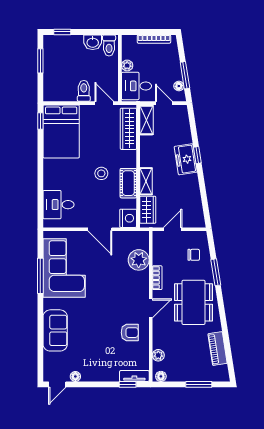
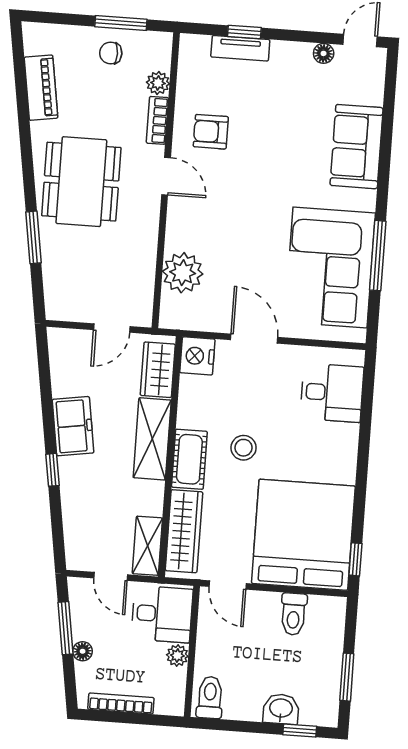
washbasin: (93, 42) -> (281, 709), moved
floor lamp: (179, 86) -> (83, 651), moved
toilet: (84, 91) -> (293, 614), moved
bed: (61, 131) -> (303, 535), width x1.36
freezer: (186, 159) -> (73, 426), moved
shelving: (146, 181) -> (152, 439), width x1.50, depth x1.33
cot: (128, 183) -> (189, 459), moved
chair: (194, 255) -> (111, 53), moved
bookcase: (157, 278) -> (157, 120), moved
door: (151, 308) -> (166, 176), swing flipped
tv unit: (134, 376) -> (240, 48), moved
floor lamp: (161, 376) -> (156, 41), removed
window: (128, 384) -> (244, 32), moved
window: (199, 384) -> (121, 23), moved

